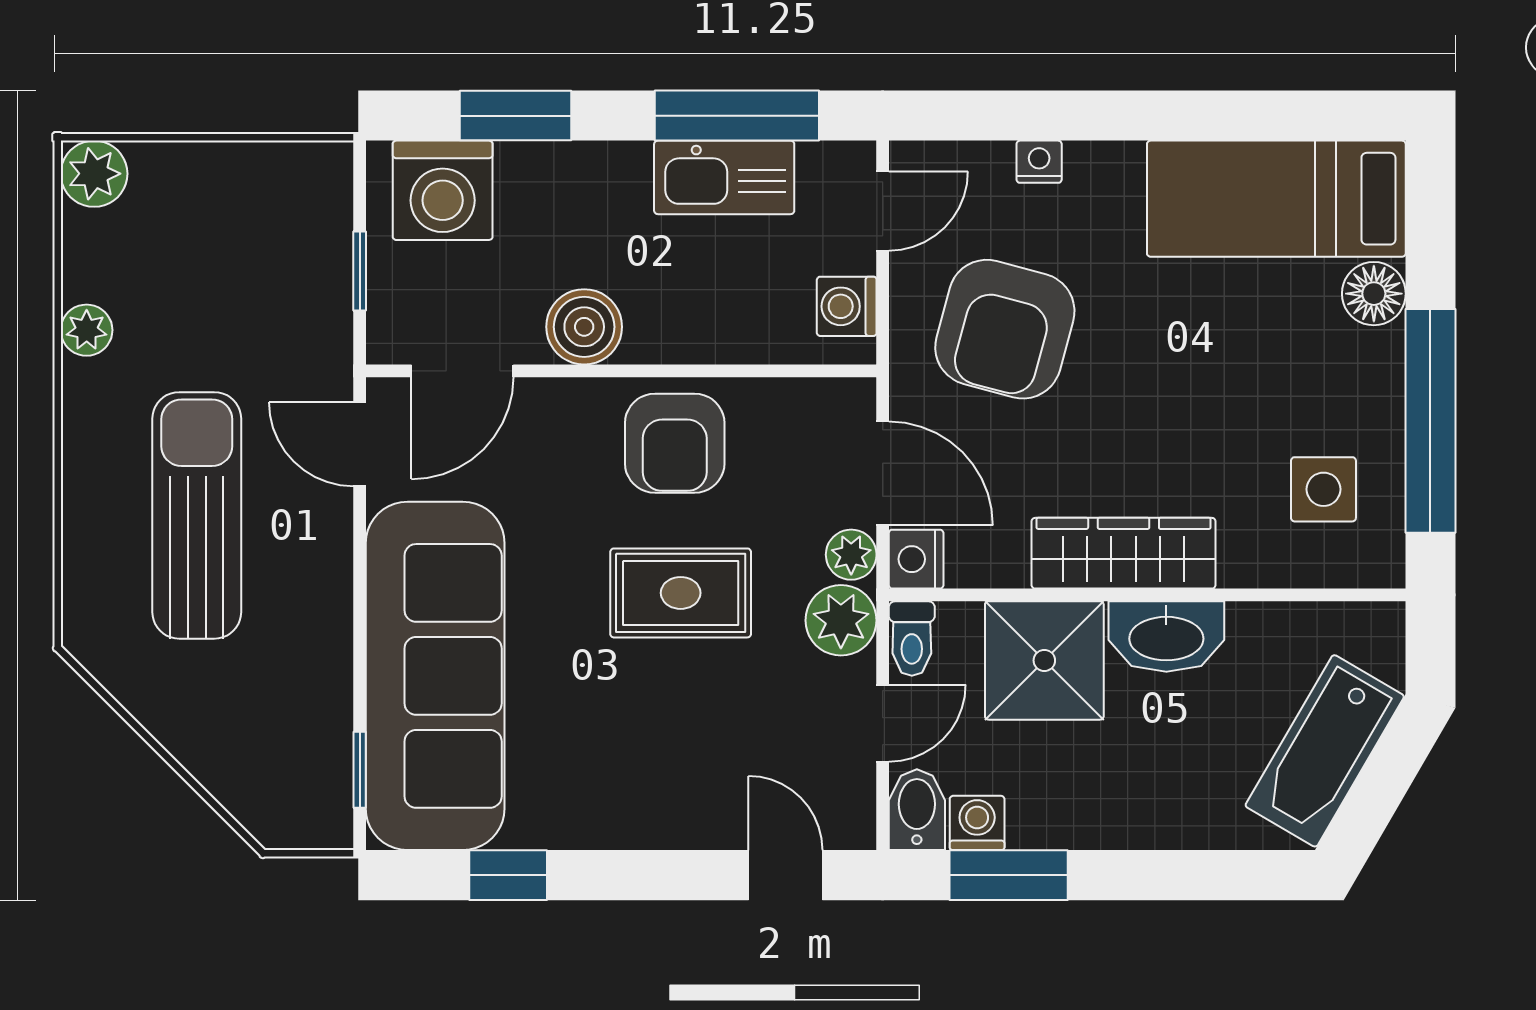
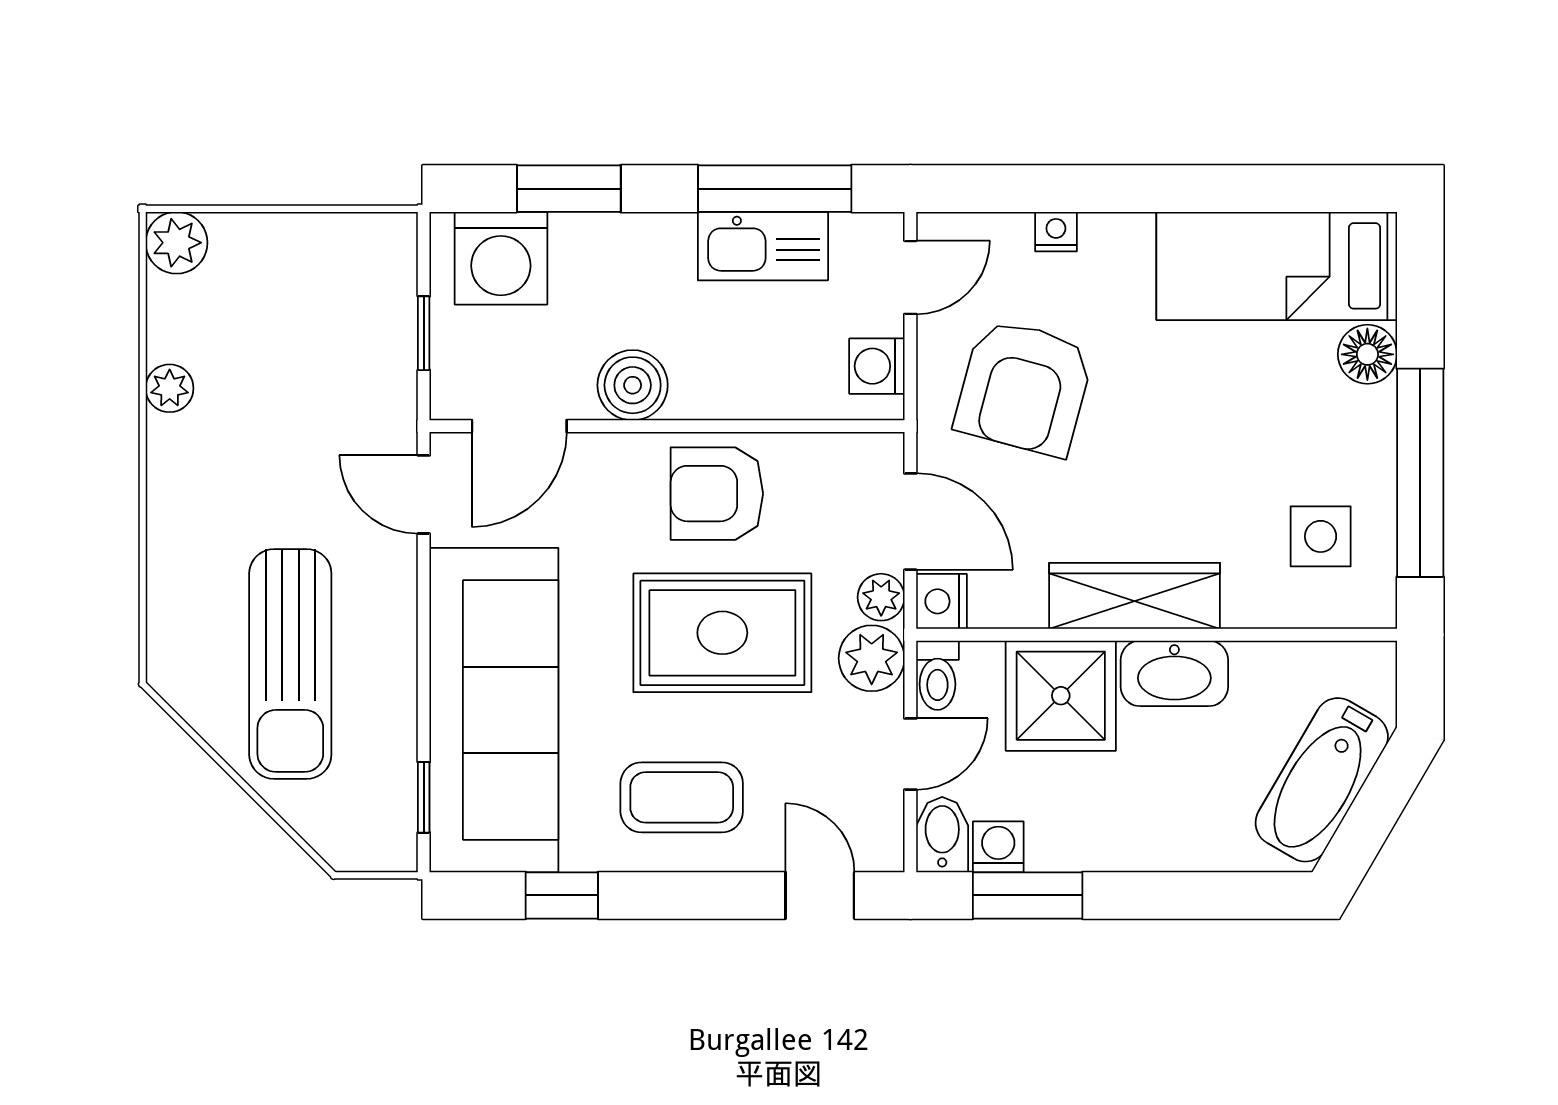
armchair: (675, 443) -> (717, 494), turned 90
sun lounger: (197, 515) -> (290, 664), moved, turned 180
rug: (681, 593) -> (722, 633), width x1.36, depth x1.43
coffee table: (637, 770) -> (682, 797), added

